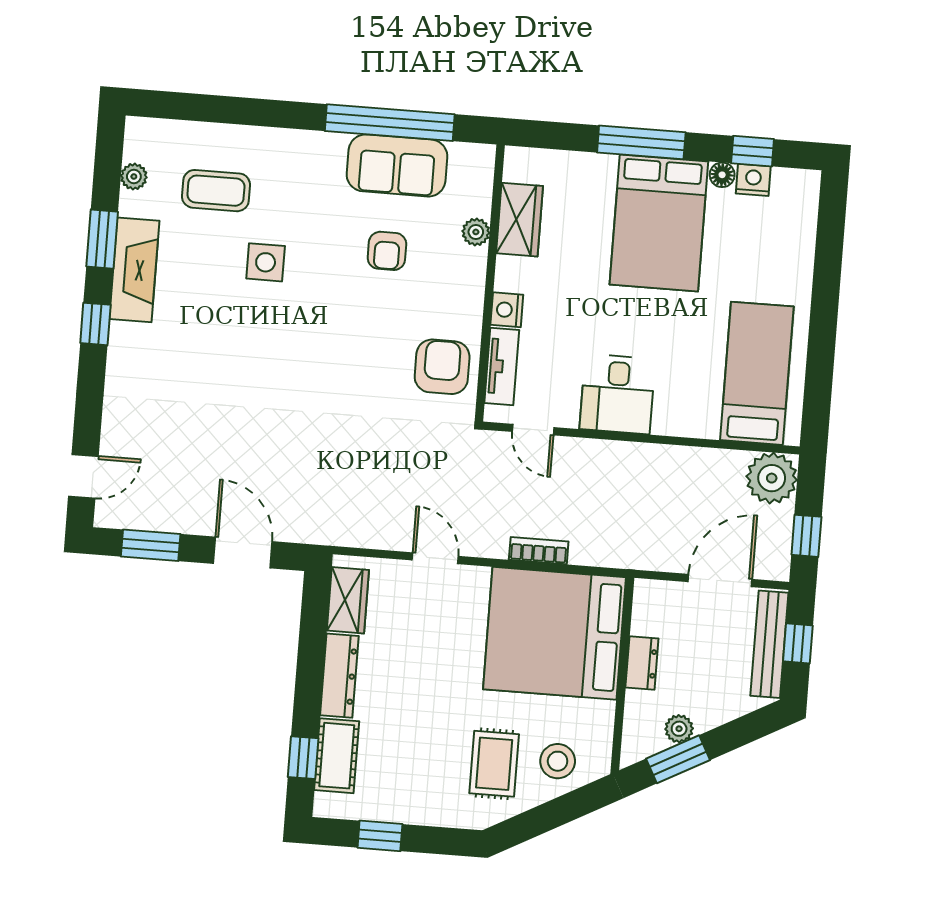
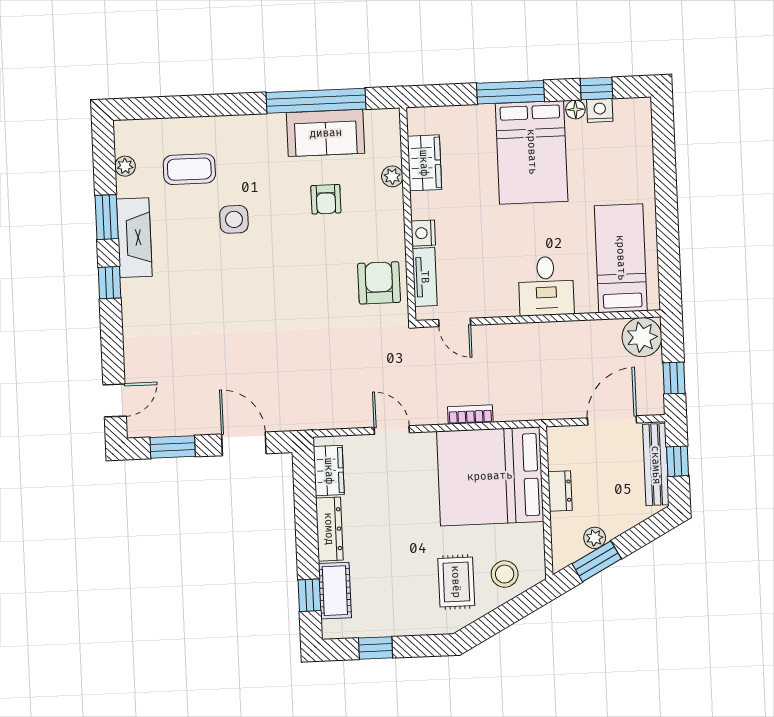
desk: (617, 394) -> (546, 286), moved

